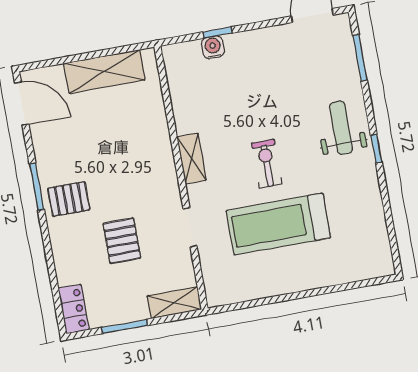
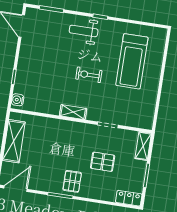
water cooler: (213, 47) -> (18, 100), moved
treadmill: (278, 224) -> (132, 61), moved

